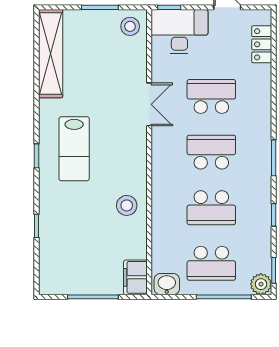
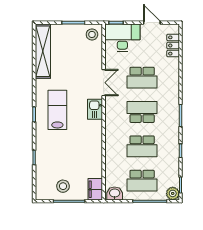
school desk: (211, 96) -> (142, 78), turned 180
kitchen sink: (135, 148) -> (95, 109), added
lab bench: (74, 149) -> (57, 110), turned 180
stool: (127, 205) -> (63, 186), moved

